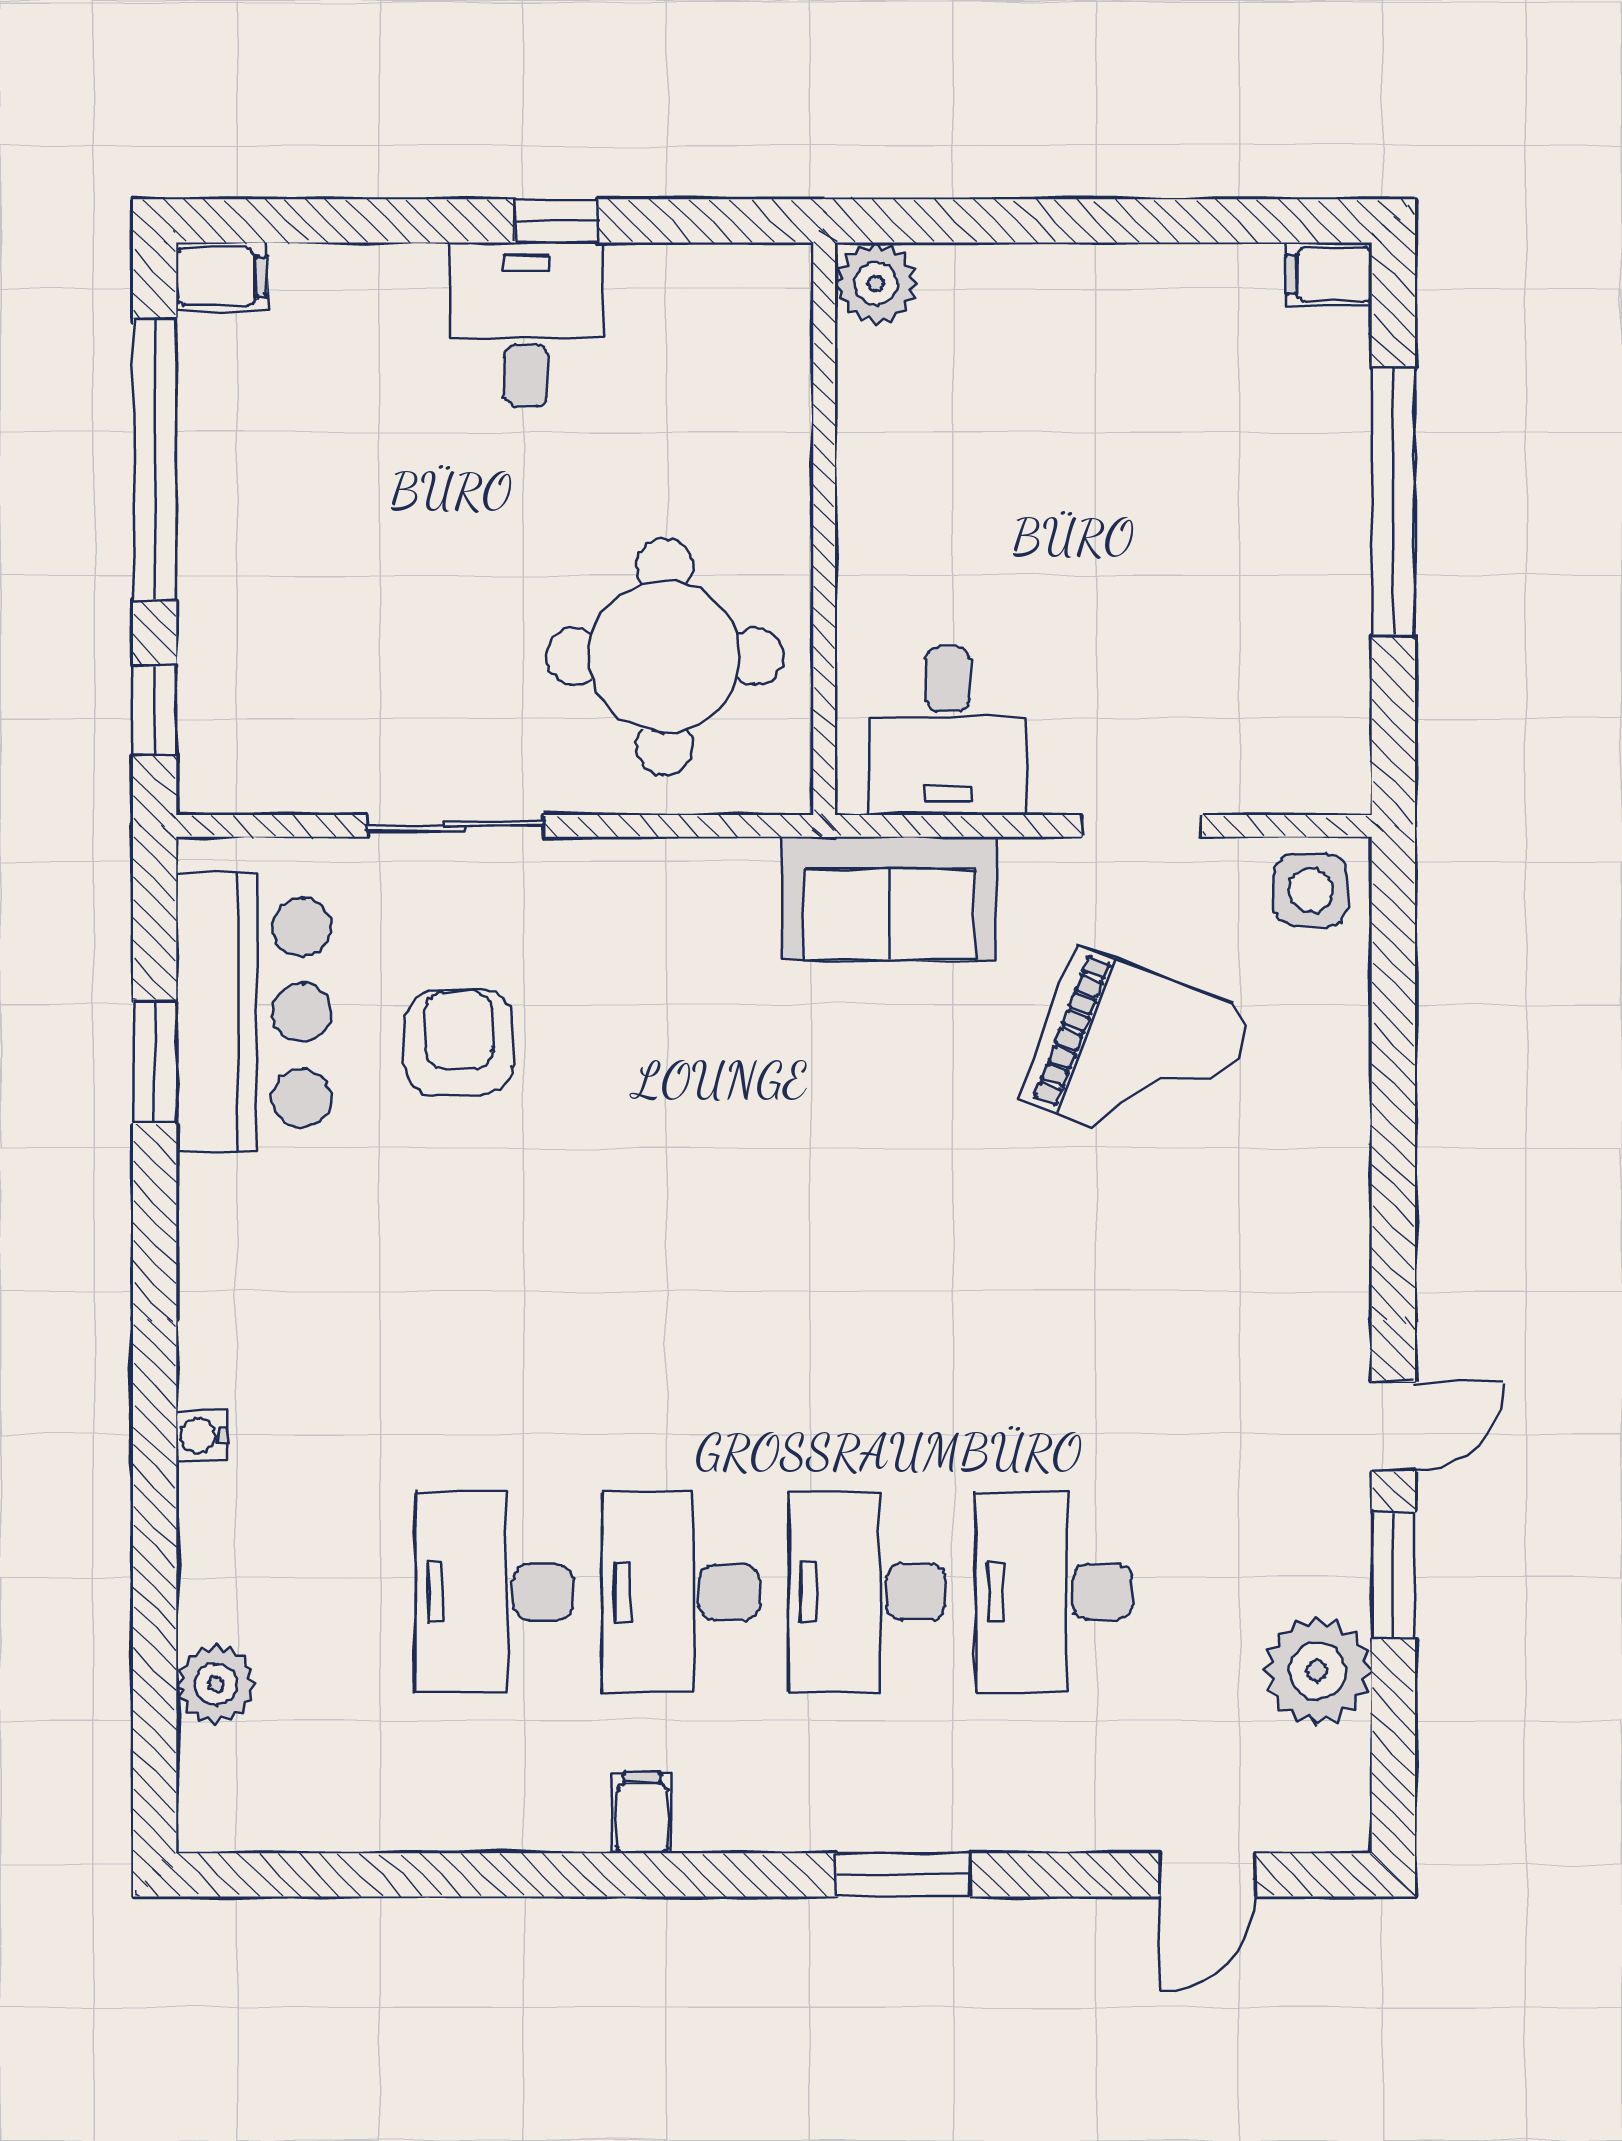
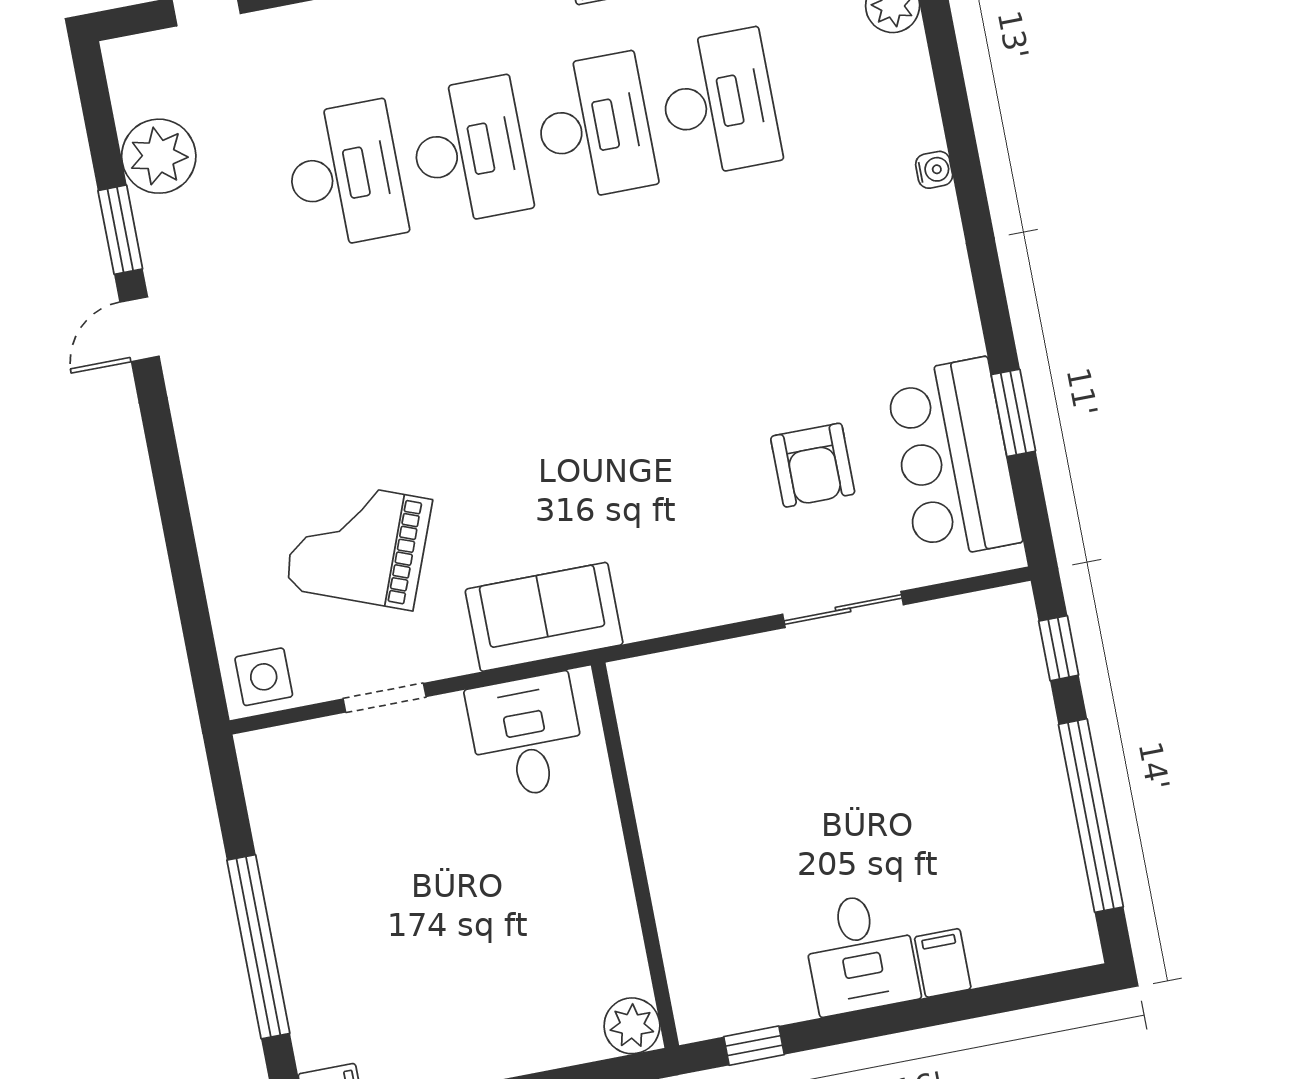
window: (556, 221) -> (754, 1046), moved
filing cabinet: (222, 276) -> (943, 963), moved, turned 90
round table: (664, 656) -> (725, 750), removed

